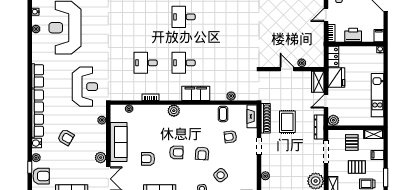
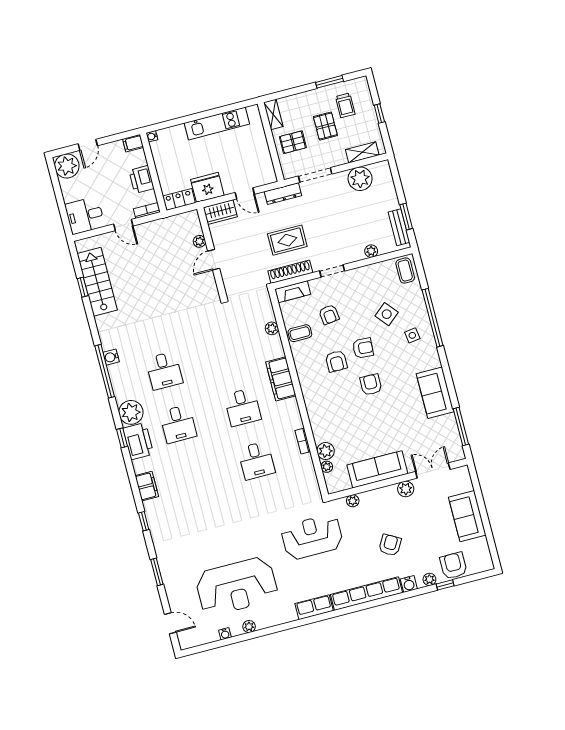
desk: (222, 17) -> (164, 371), added
plant: (174, 111) -> (326, 451), moved
plant: (333, 120) -> (268, 176), removed
filing cabinet: (377, 155) -> (301, 102), removed
armchair: (148, 159) -> (336, 361), moved

